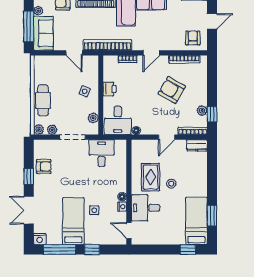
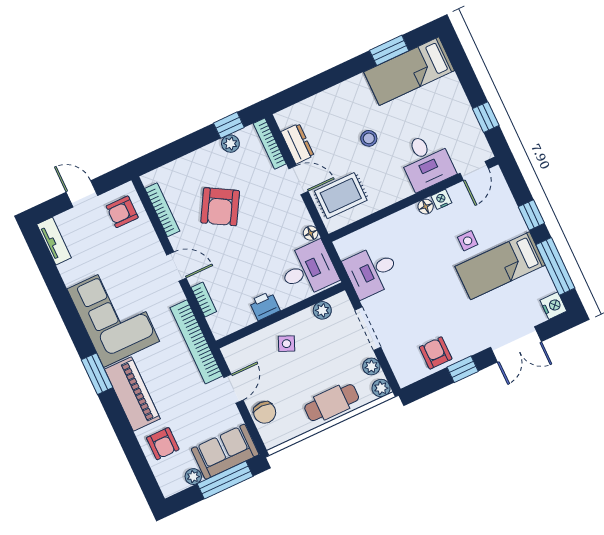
chair: (54, 63) -> (265, 412), added
dresser: (197, 145) -> (297, 144), moved
rug: (151, 177) -> (341, 196), moved
window: (188, 250) -> (486, 117), moved

